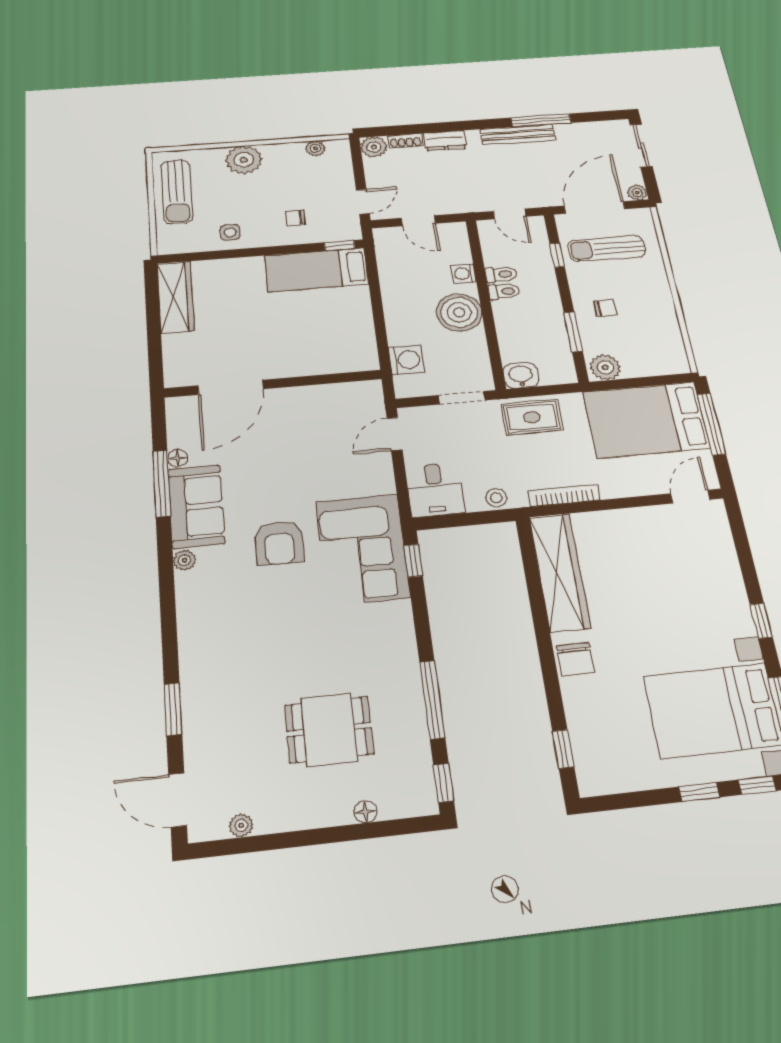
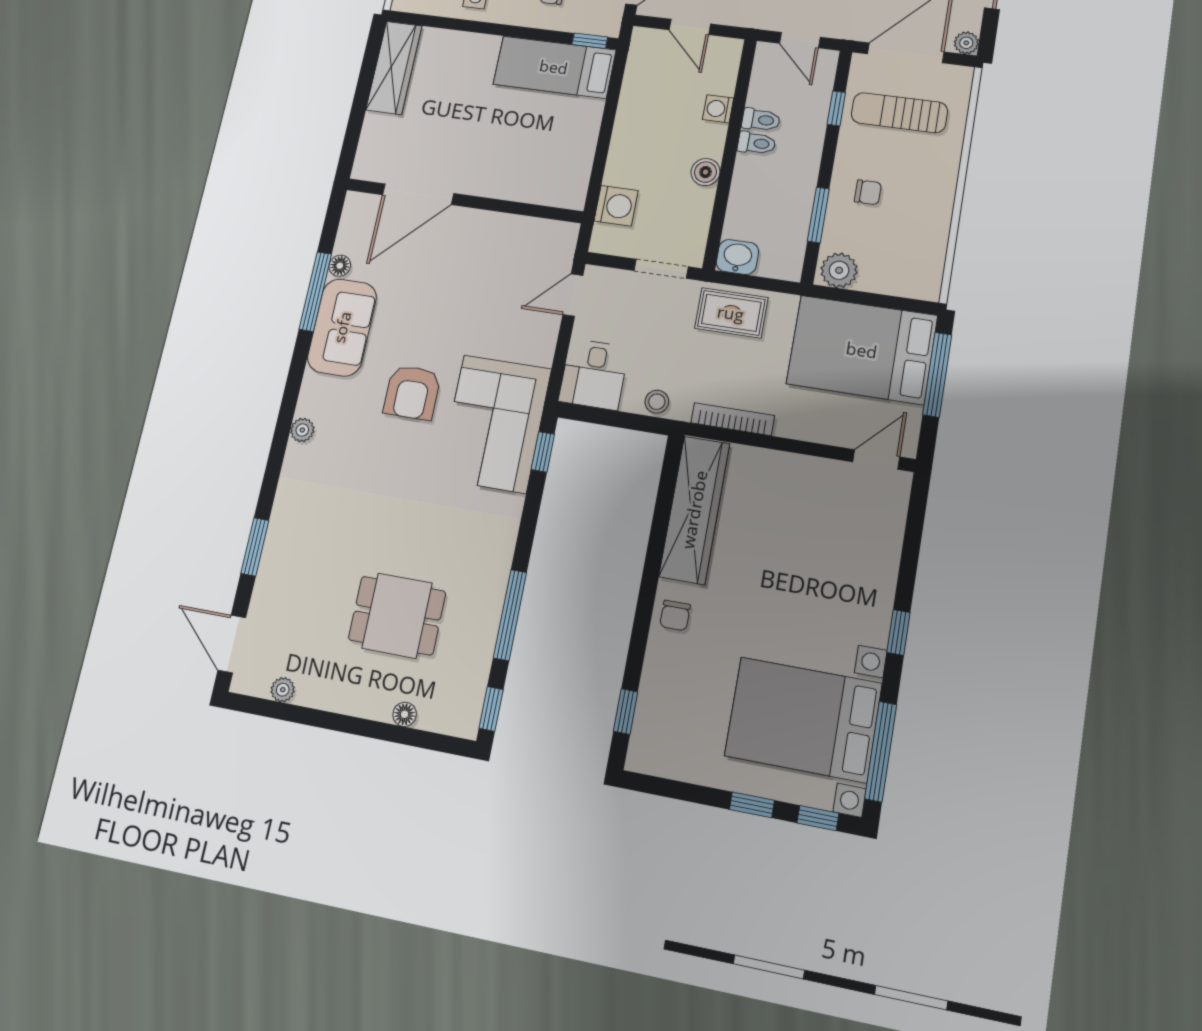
boiler: (459, 312) -> (706, 172), width x0.54, depth x0.54
plant: (184, 560) -> (302, 430), moved
chair: (575, 659) -> (675, 615), width x0.73, depth x0.73

